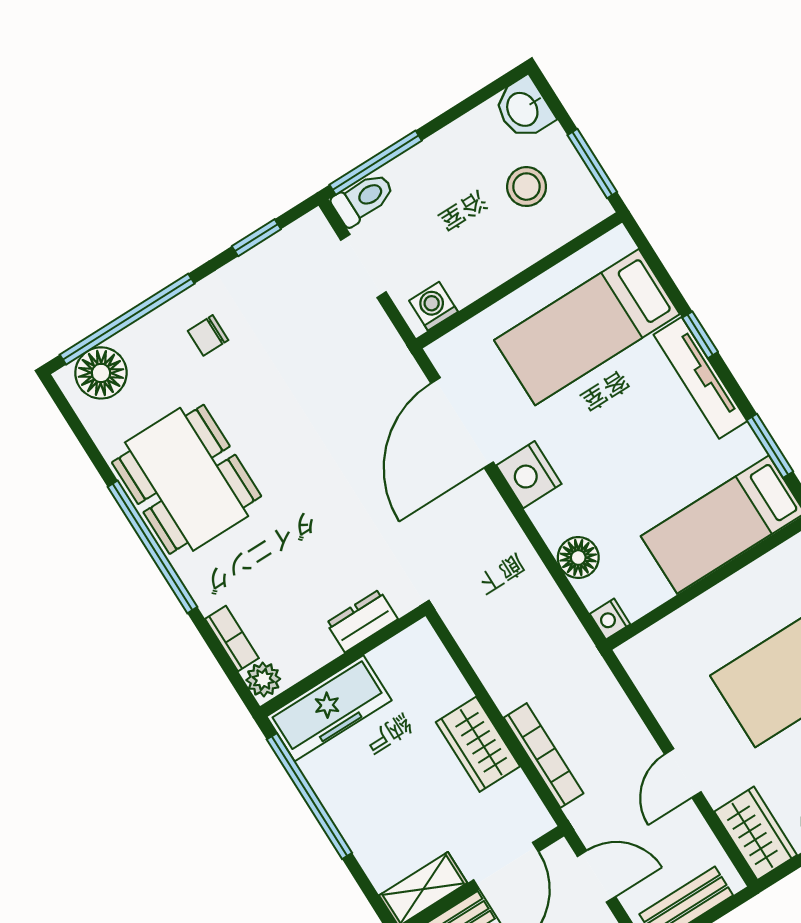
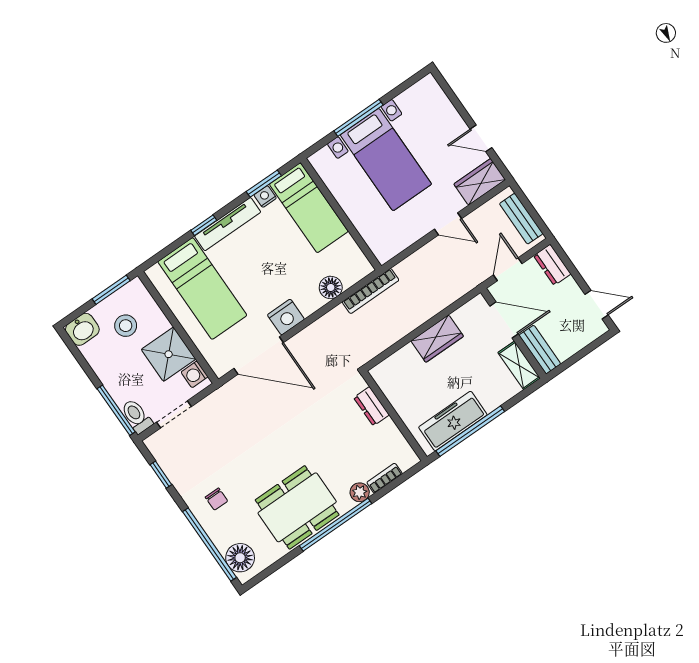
shower: (472, 261) -> (169, 354), added
nightstand: (610, 619) -> (265, 196), moved, turned 180
plant: (263, 679) -> (360, 492), moved
freezer: (329, 708) -> (453, 421), moved, turned -90
bookcase: (544, 755) -> (371, 291), moved, turned 180

